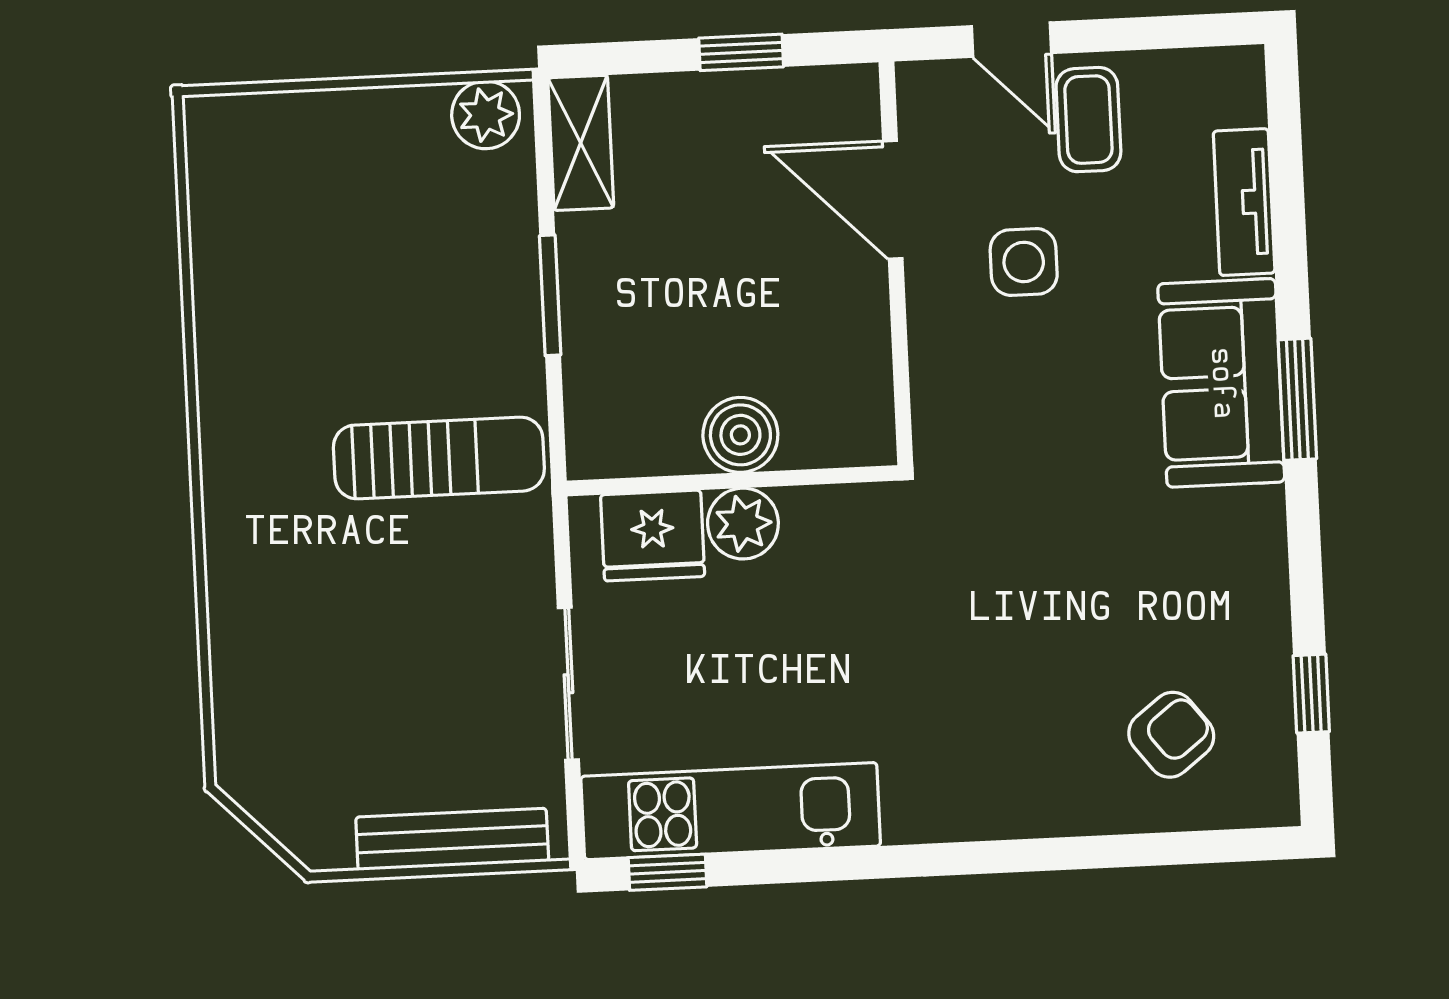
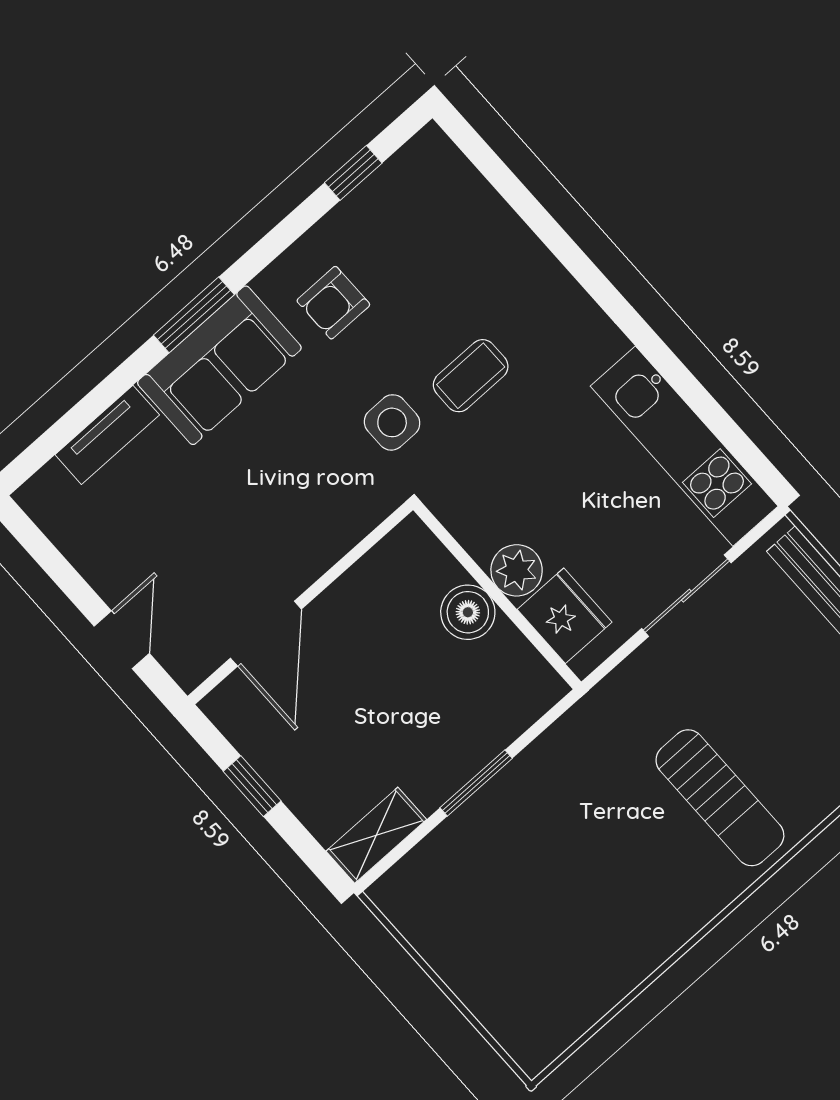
plant: (486, 115) -> (404, 902), removed
coffee table: (1088, 120) -> (471, 376), moved
side table: (1024, 262) -> (392, 422), moved
sun lounger: (439, 458) -> (720, 798), moved, turned 180
armchair: (1171, 735) -> (333, 303), moved, turned -52
window: (667, 872) -> (747, 454), removed

